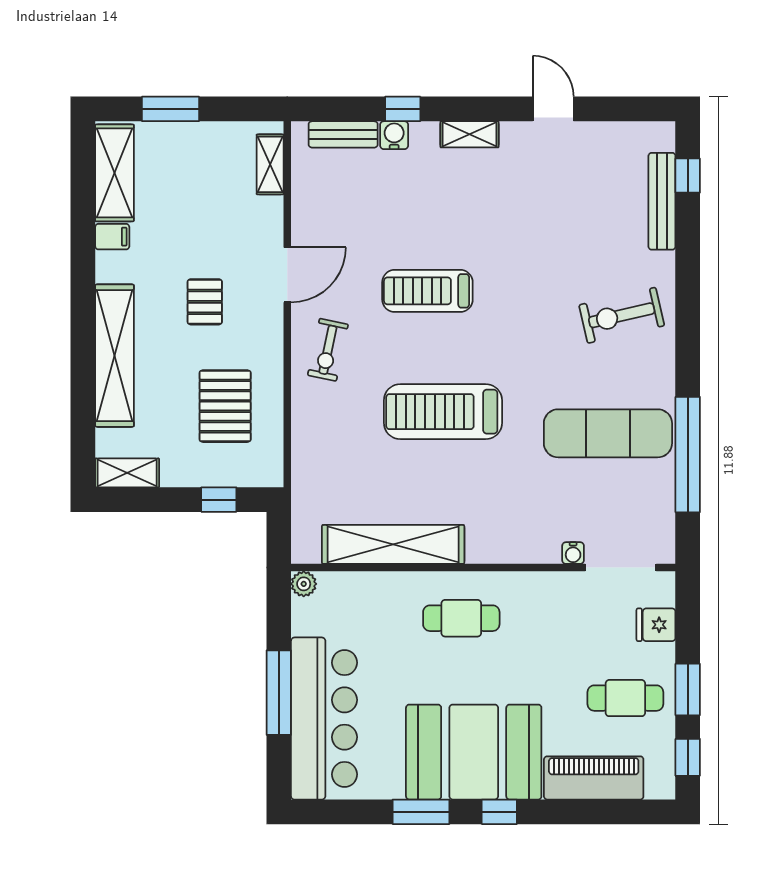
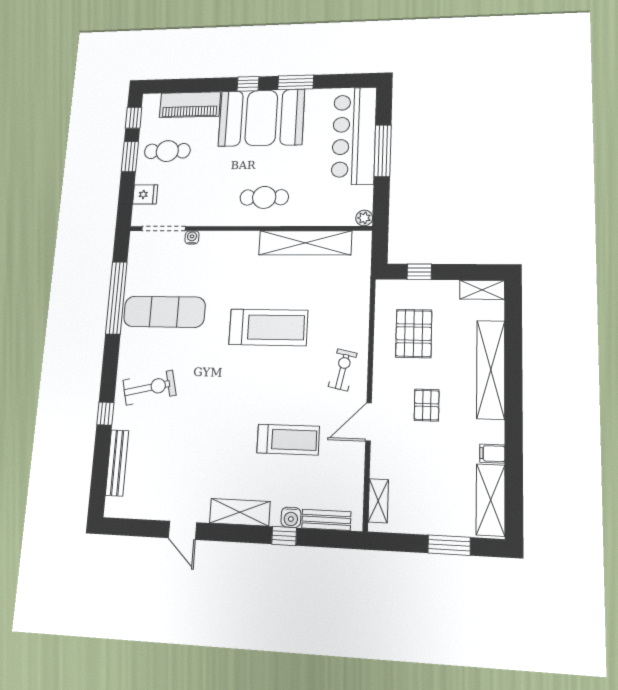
shelving: (469, 134) -> (240, 512), width x1.50, depth x1.33
window: (688, 176) -> (105, 414), moved
treadmill: (427, 291) -> (288, 440), moved

